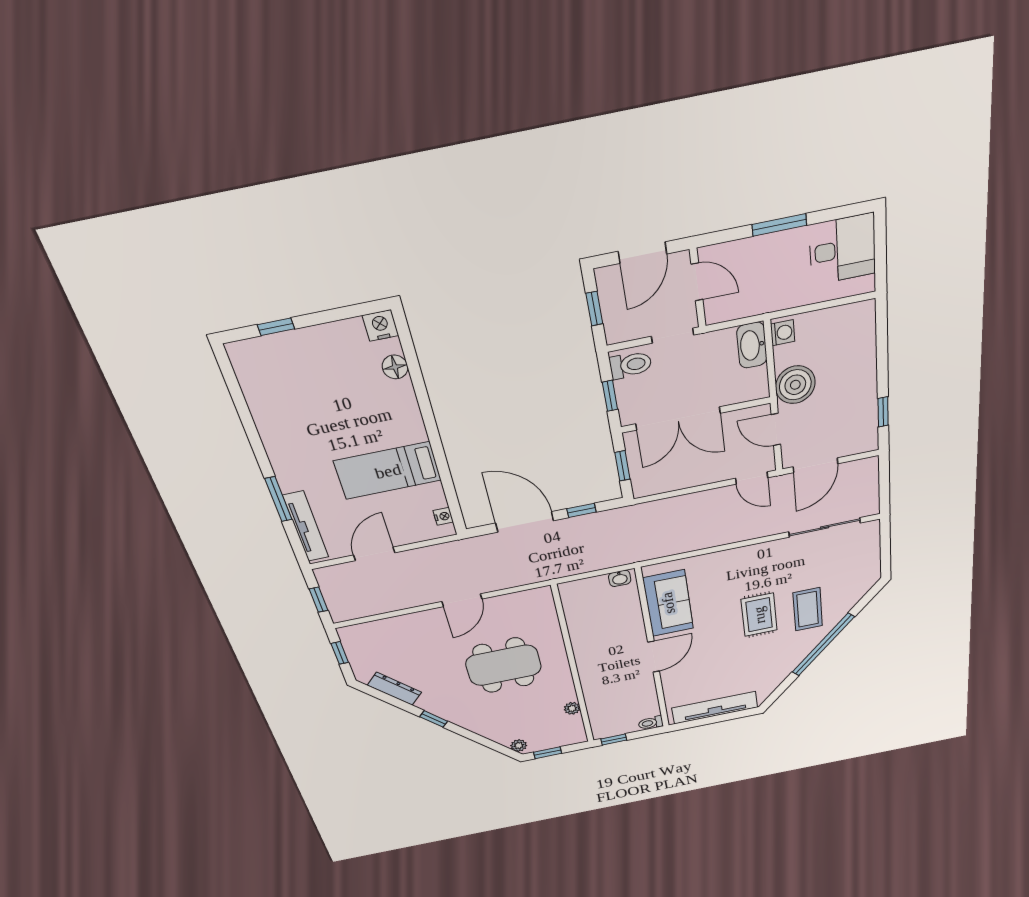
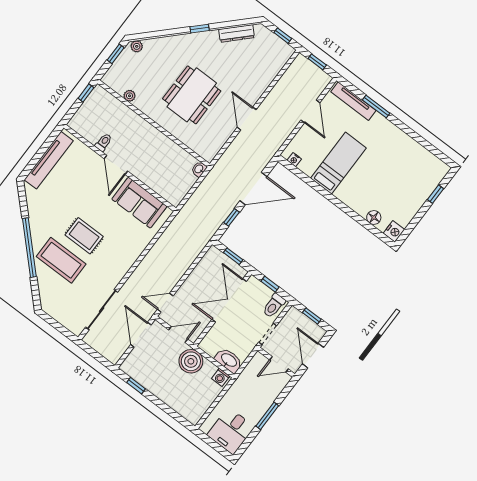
washbasin: (620, 578) -> (199, 169), moved
coffee table: (808, 609) -> (61, 260), width x1.36, depth x1.32
toilet: (651, 723) -> (104, 142), moved

